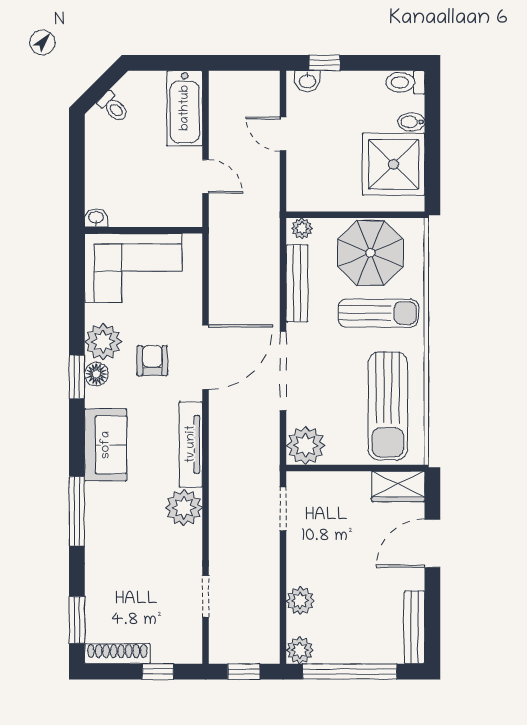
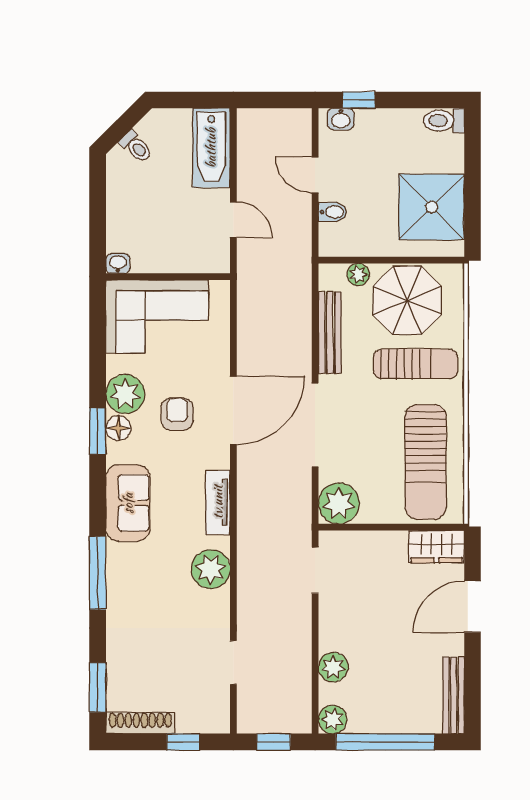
bidet: (411, 122) -> (333, 212), moved, turned 180
plant: (302, 228) -> (358, 275), moved
tv unit: (191, 444) -> (218, 502), width x0.71

